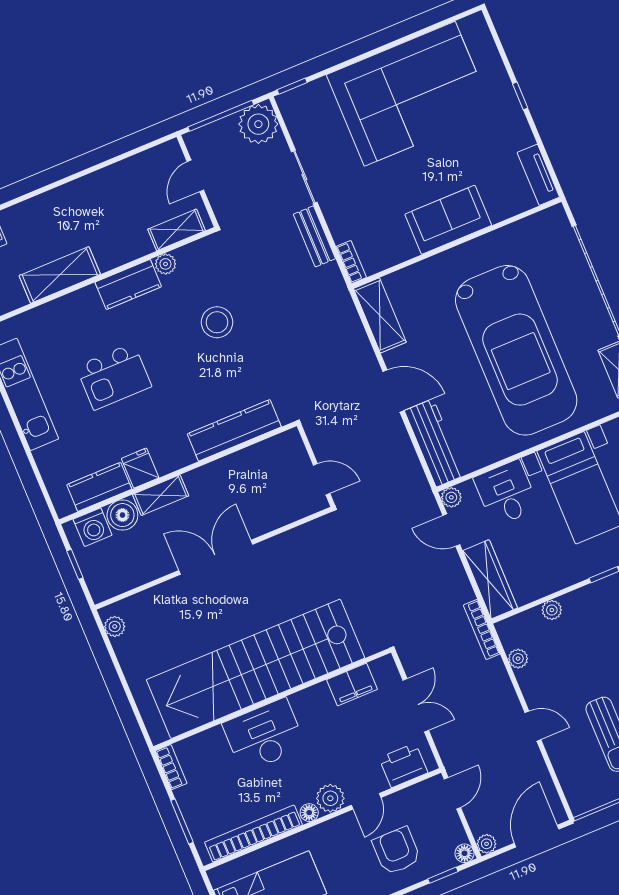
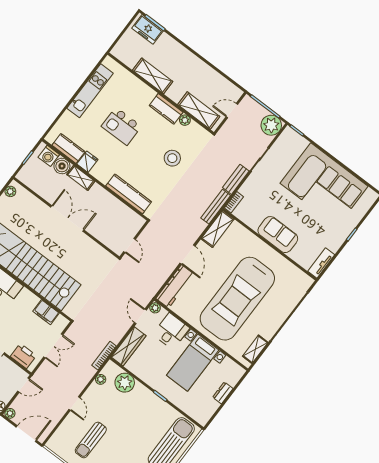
shelving: (177, 230) -> (199, 110), width x1.50, depth x1.33
bench: (341, 297) -> (216, 207), added
plant: (552, 610) -> (125, 383), width x1.87, depth x1.87

